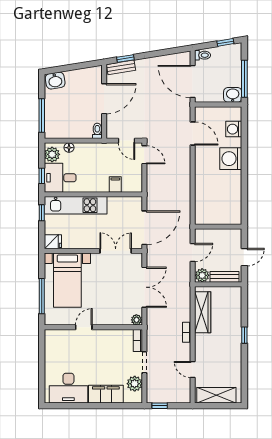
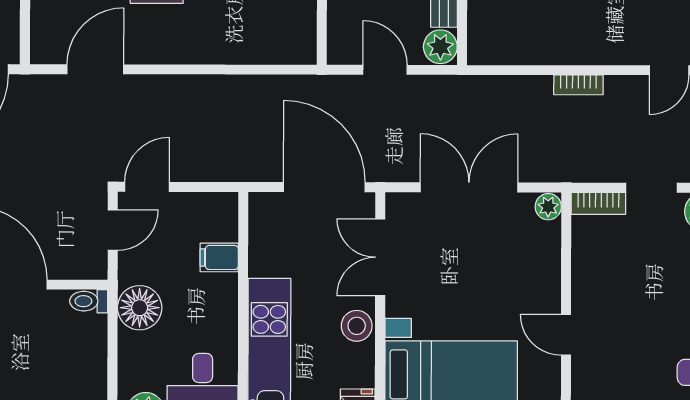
floor lamp: (69, 148) -> (140, 308), moved, width x1.89, depth x1.89
stool: (87, 241) -> (357, 326), added
wardrobe: (203, 312) -> (530, 46), removed

